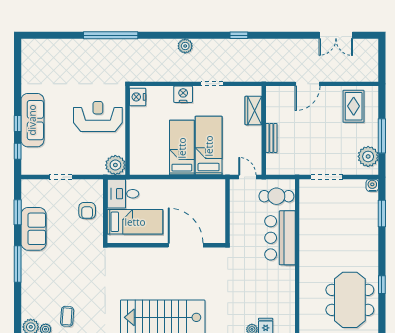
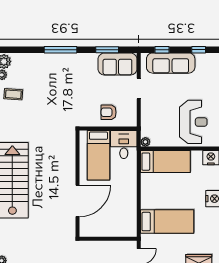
sofa: (32, 120) -> (171, 63), moved
window: (18, 124) -> (199, 50), moved
bed: (182, 148) -> (165, 162), moved
plant: (115, 165) -> (145, 142), width x0.53, depth x0.53
sofa: (34, 229) -> (117, 64), moved

